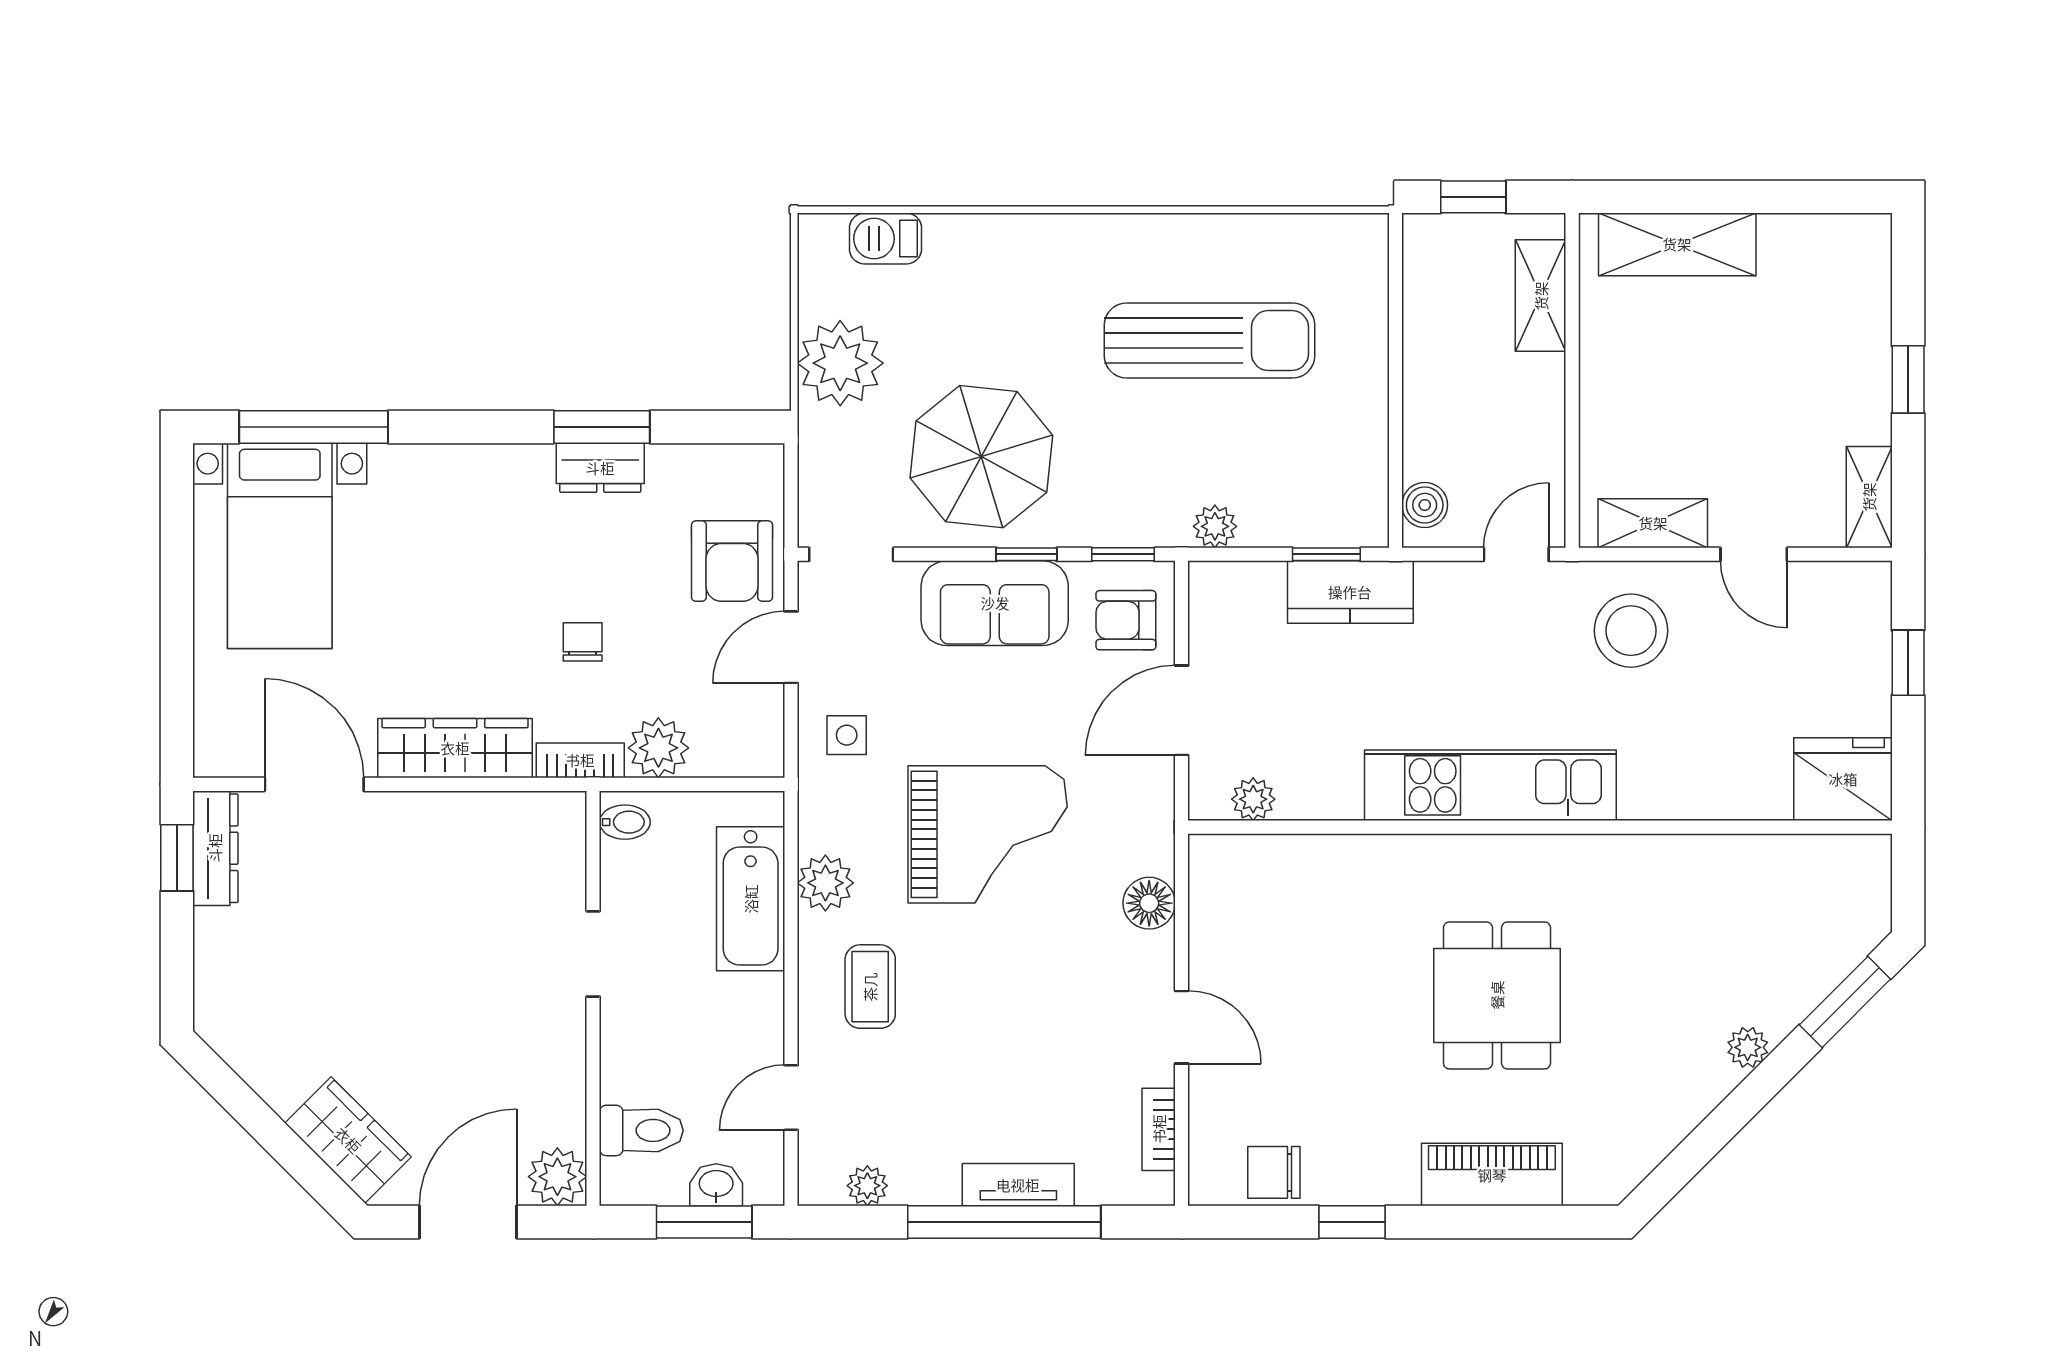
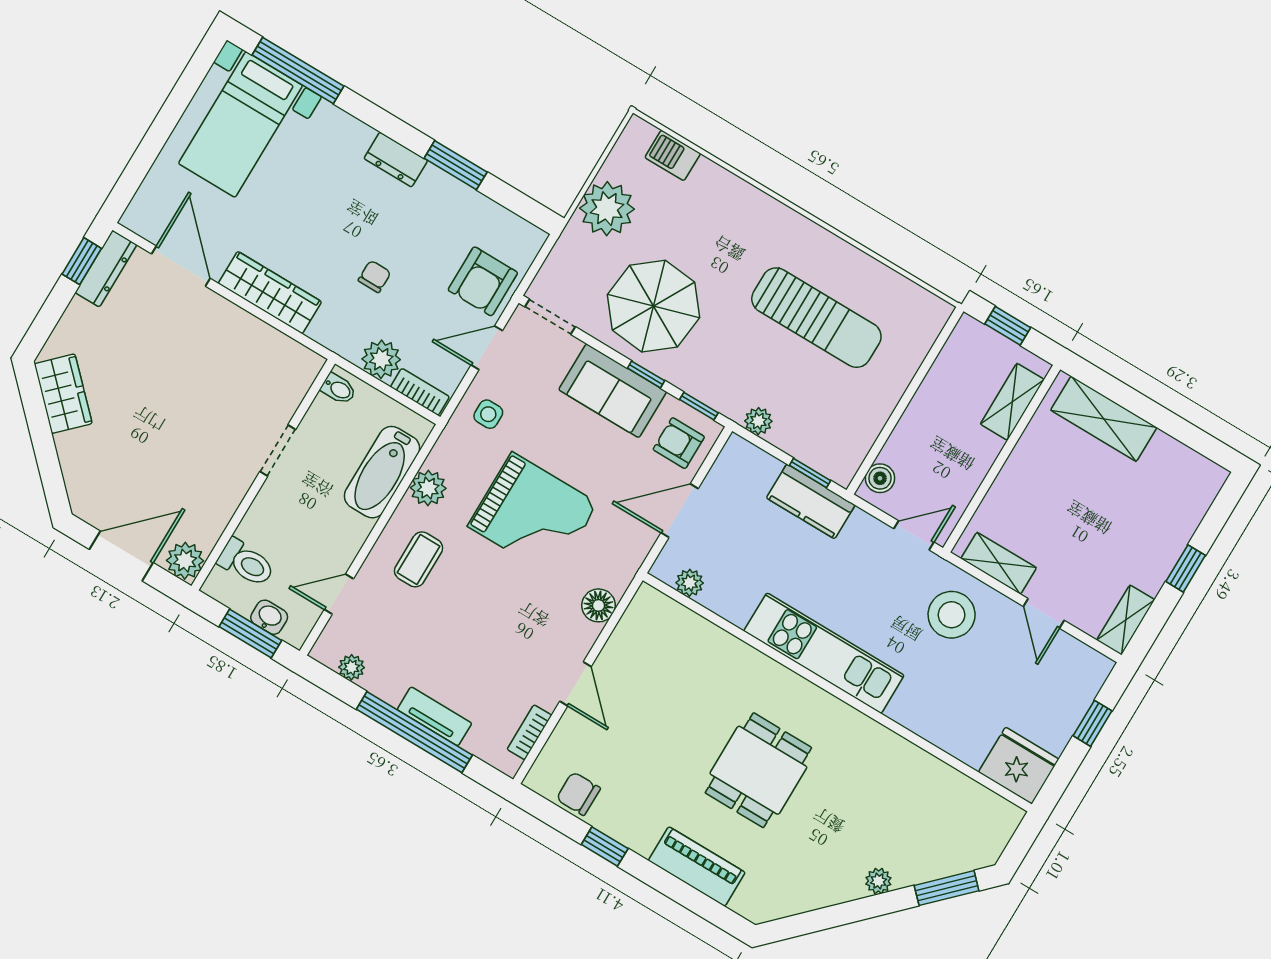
dresser: (600, 468) -> (396, 160), moved
bookcase: (580, 760) -> (420, 392), moved
wardrobe: (348, 1140) -> (63, 394), moved

